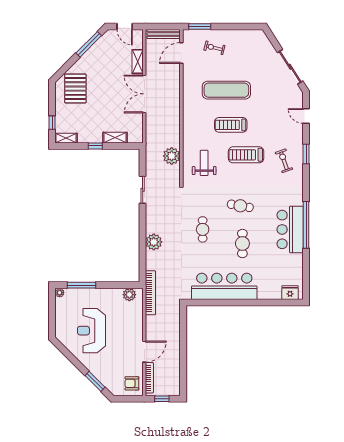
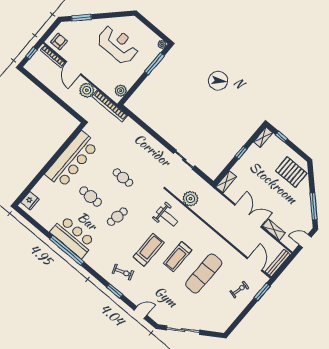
treadmill: (231, 125) -> (178, 257), turned 180
shelving: (115, 138) -> (226, 182), moved
plant: (154, 242) -> (87, 90), moved

